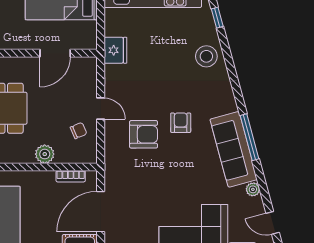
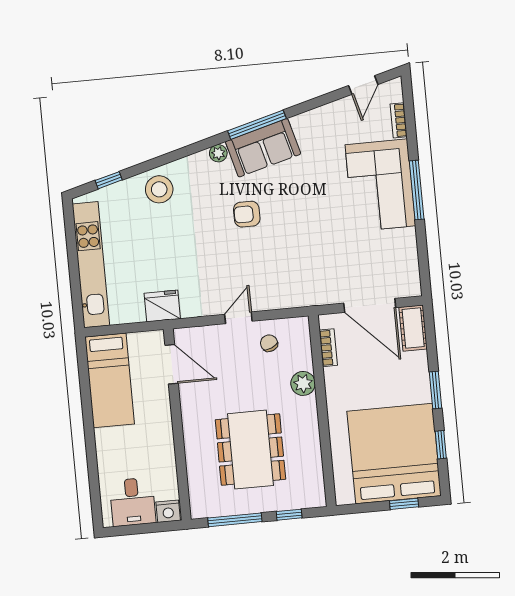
door: (55, 53) -> (172, 364), moved
armchair: (144, 134) -> (266, 260), removed
sofa: (234, 149) -> (263, 148), width x0.73
plant: (253, 189) -> (218, 153), moved

